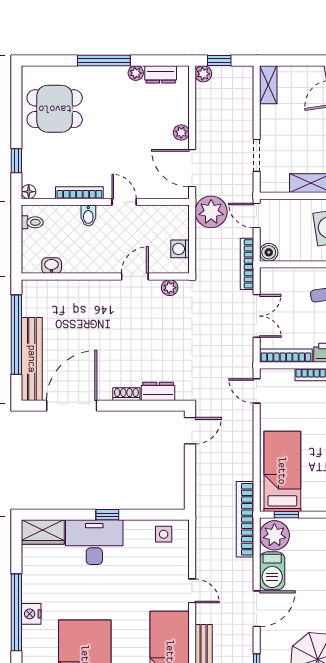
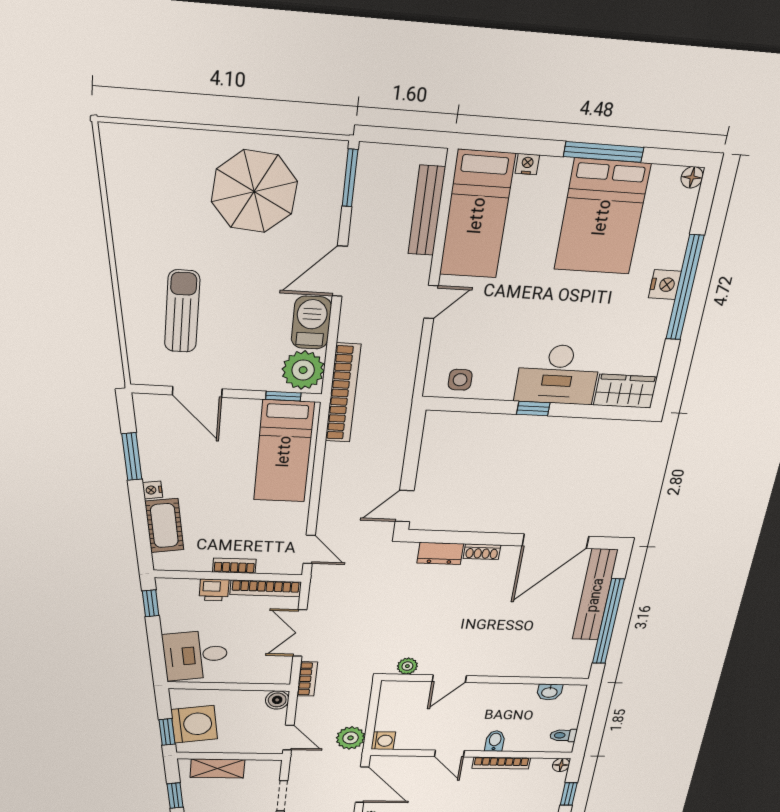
plant: (211, 212) -> (351, 738), width x0.73, depth x0.73
washing machine: (180, 249) -> (383, 741), moved
bookcase: (247, 264) -> (307, 679), width x0.64
door: (192, 591) -> (431, 302), swing flipped

